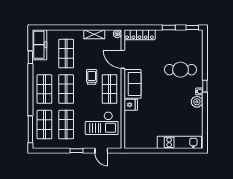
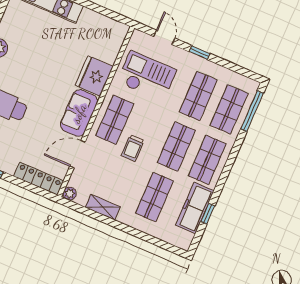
freezer: (39, 45) -> (195, 208), moved
door: (123, 59) -> (77, 154), swing flipped
fridge: (131, 105) -> (94, 76), width x1.88, depth x1.34

